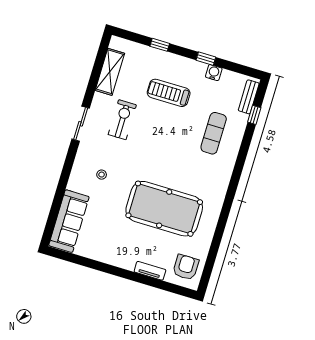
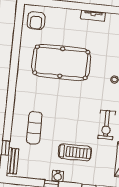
water cooler: (214, 73) -> (58, 176), moved
tv unit: (150, 271) -> (93, 16), moved

